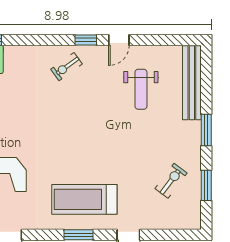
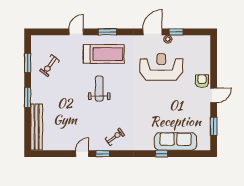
weight bench: (141, 89) -> (99, 89), moved

